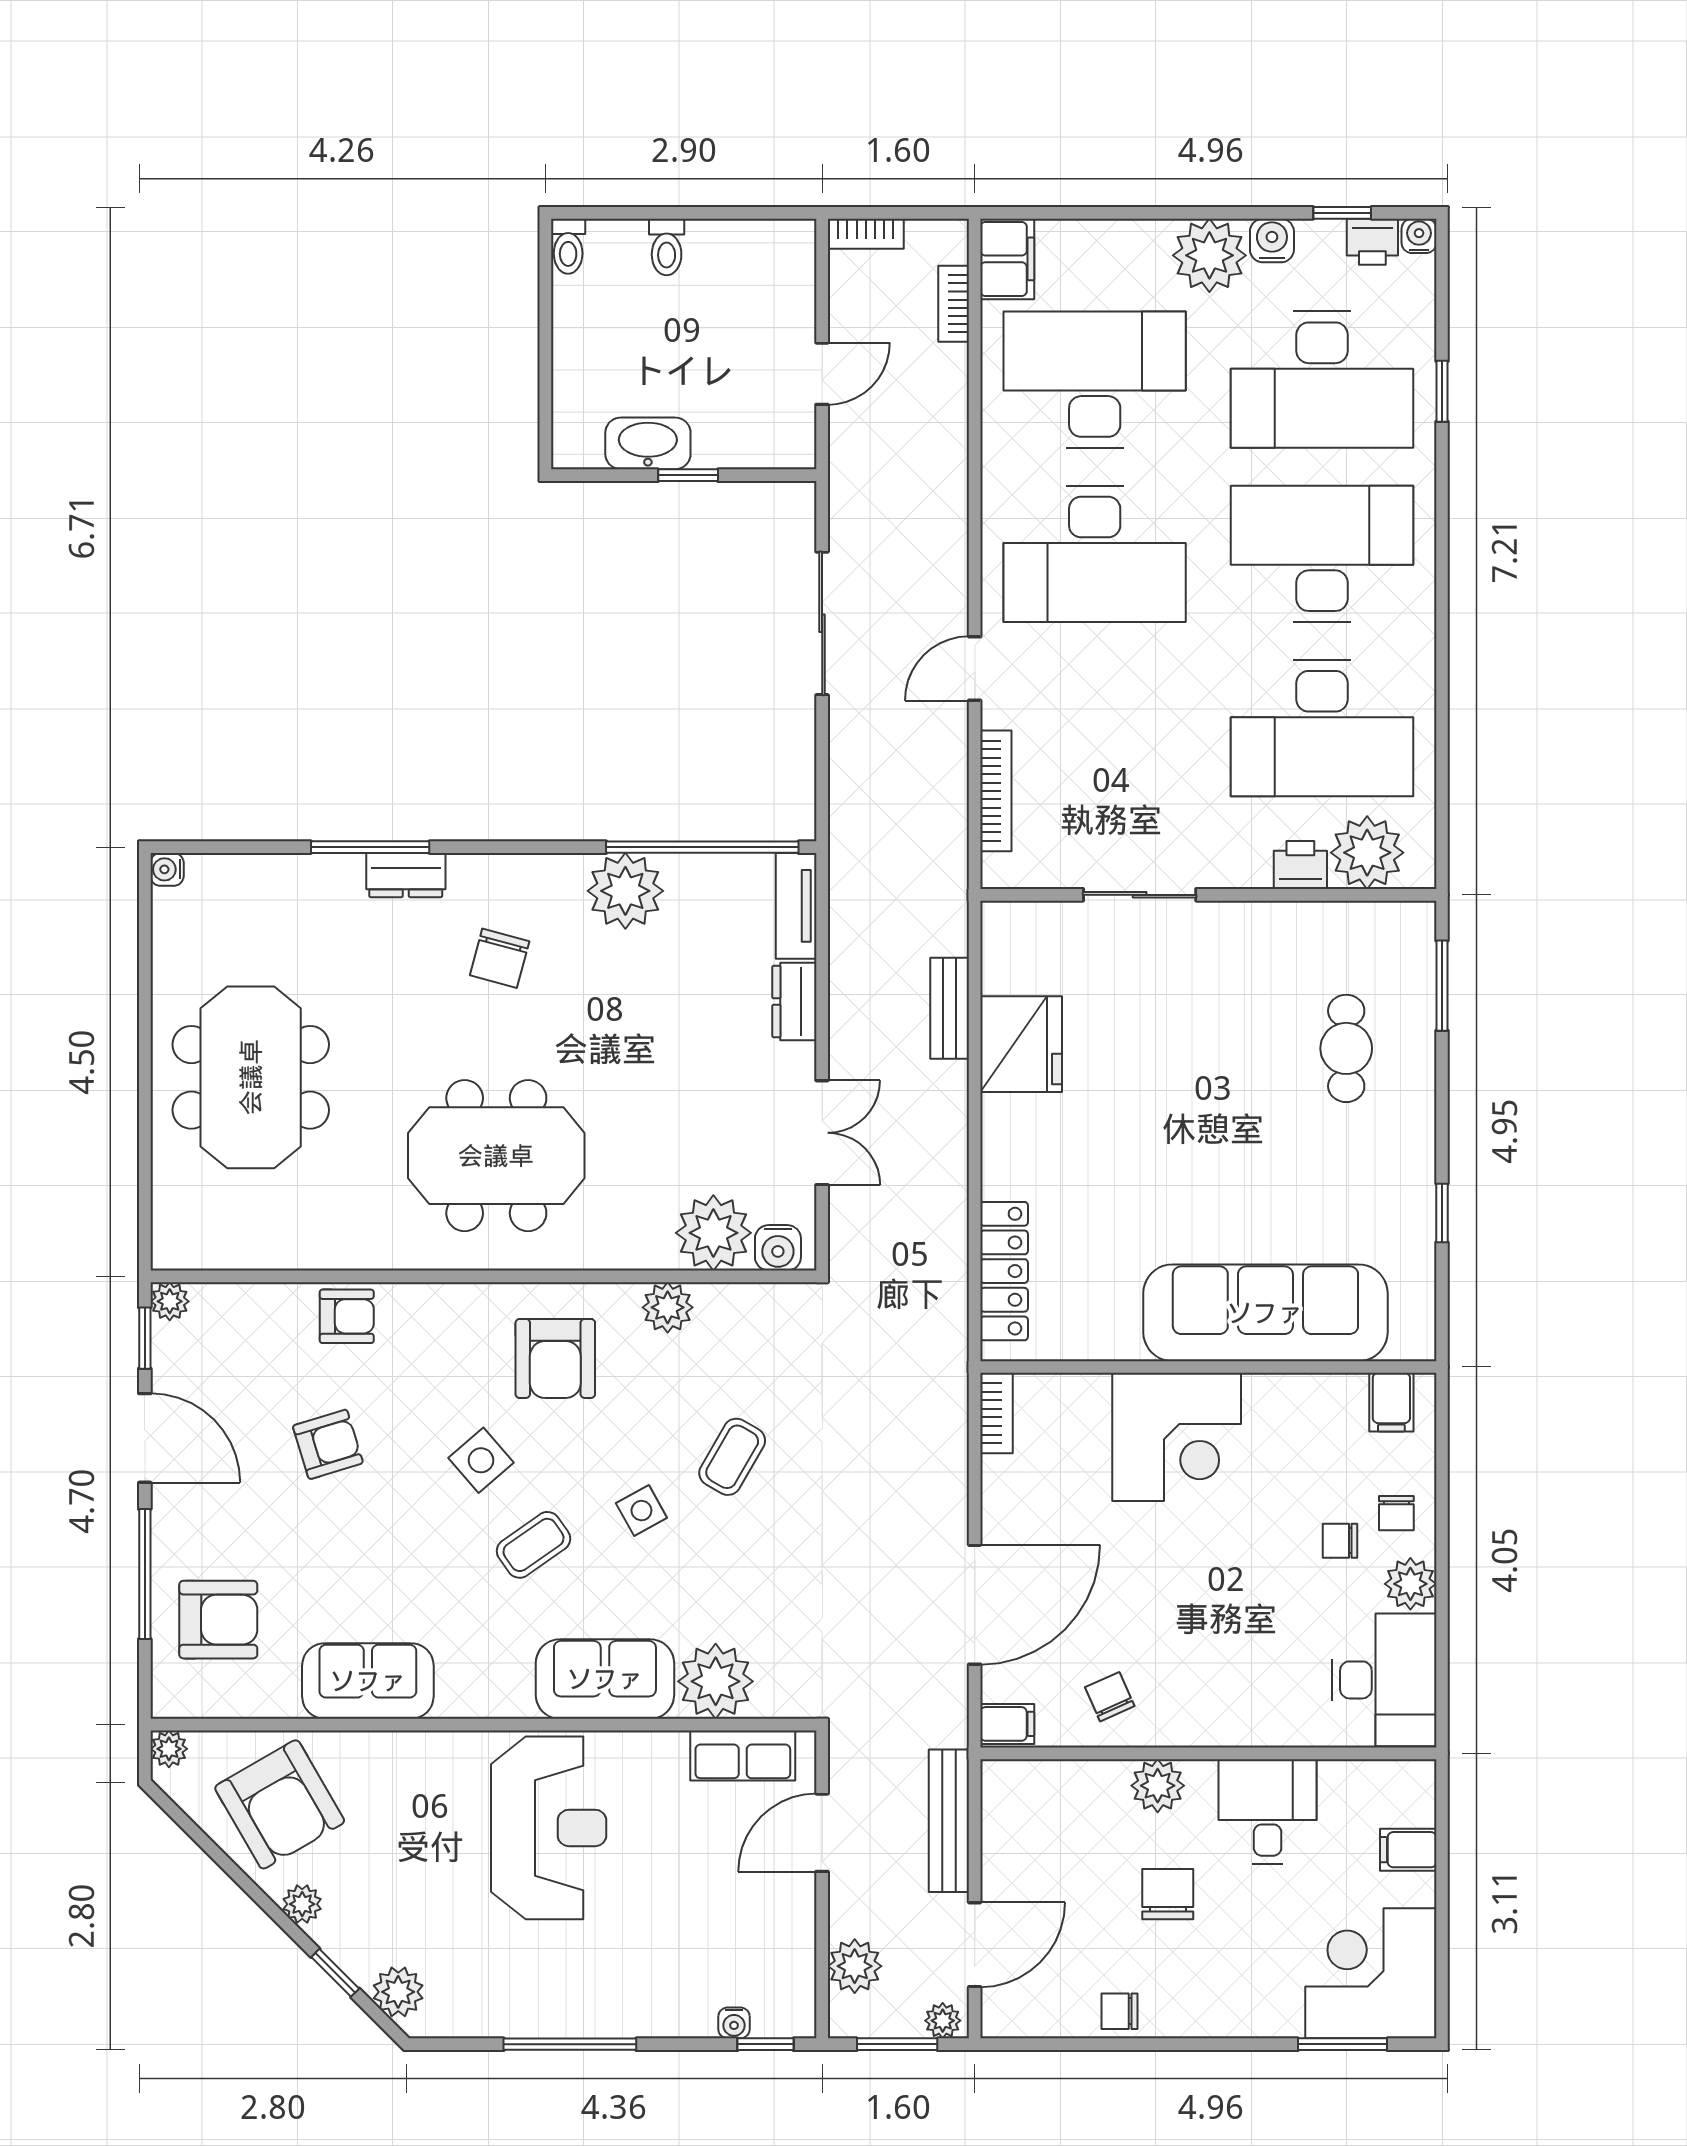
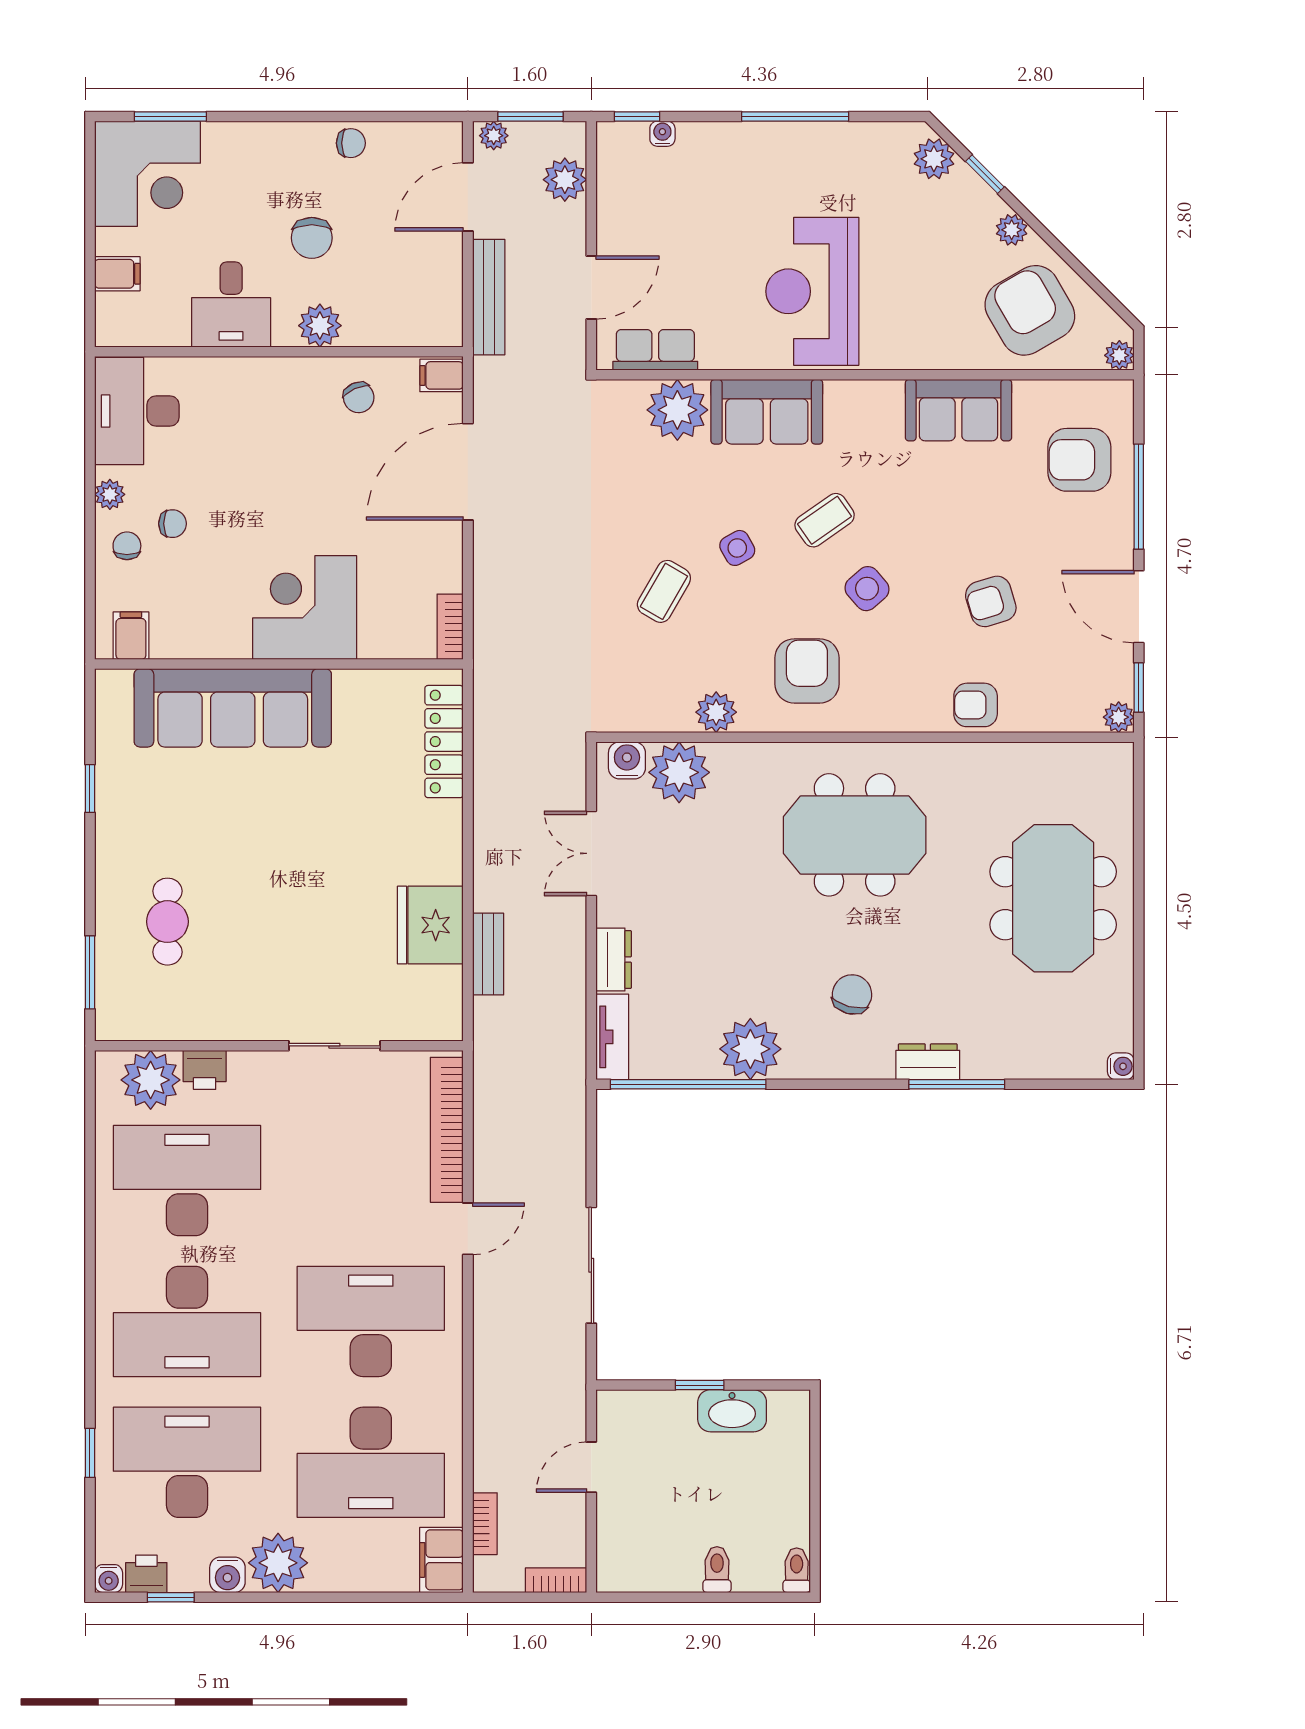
bookcase: (996, 791) -> (447, 1130), width x1.48, depth x1.31
plant: (1410, 1584) -> (110, 494), width x0.73, depth x0.73

